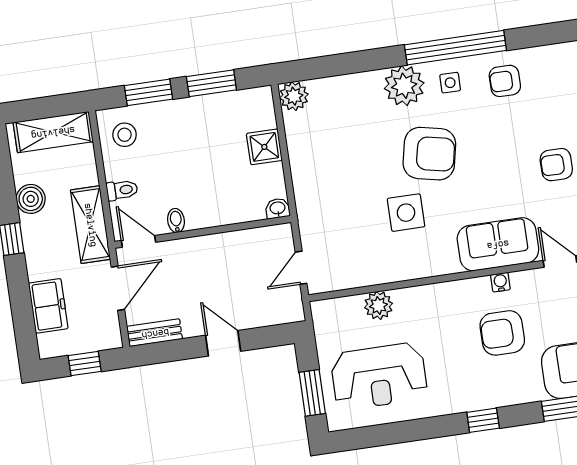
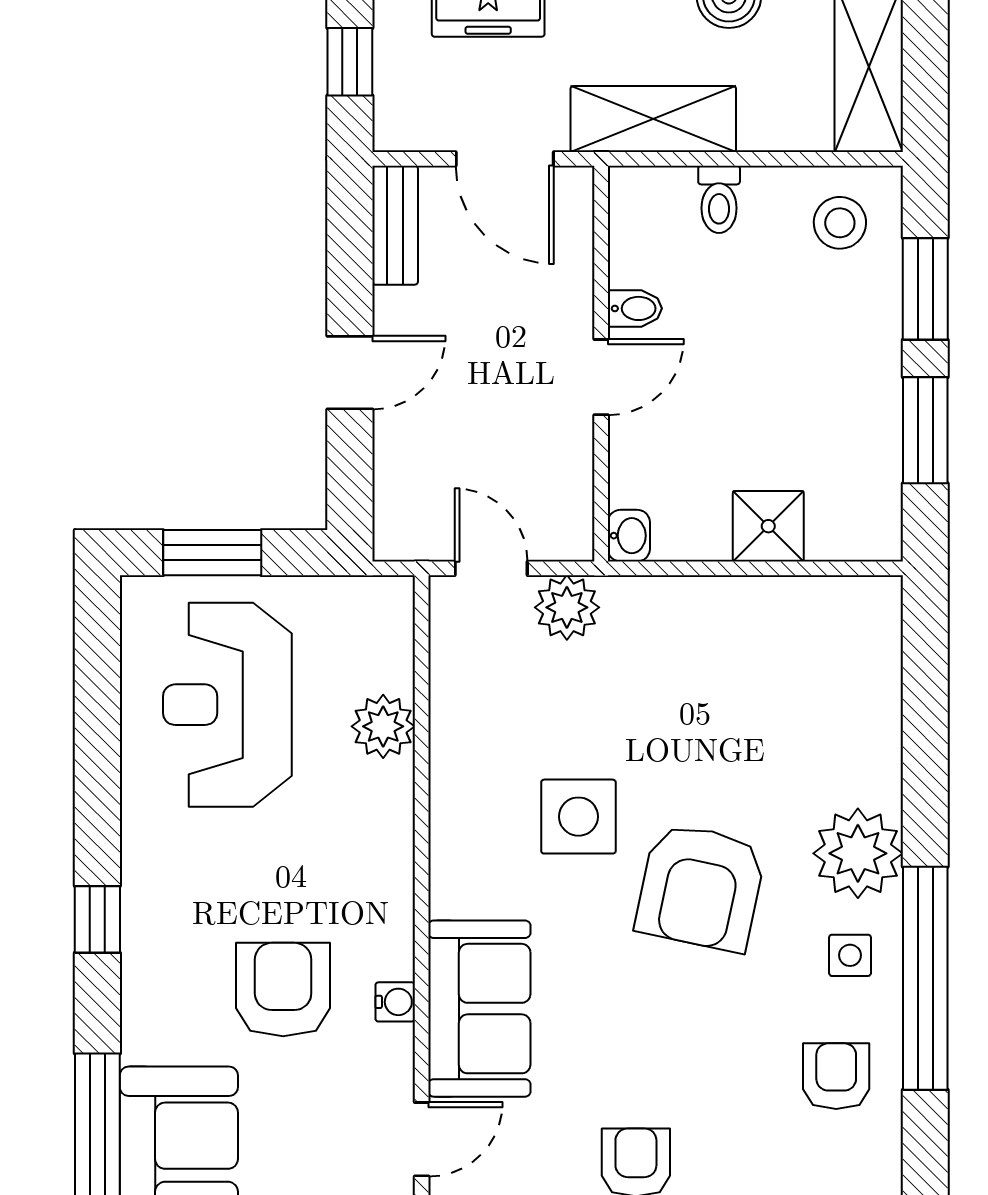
plant: (294, 96) -> (567, 607), moved
door: (139, 241) -> (601, 377), moved

